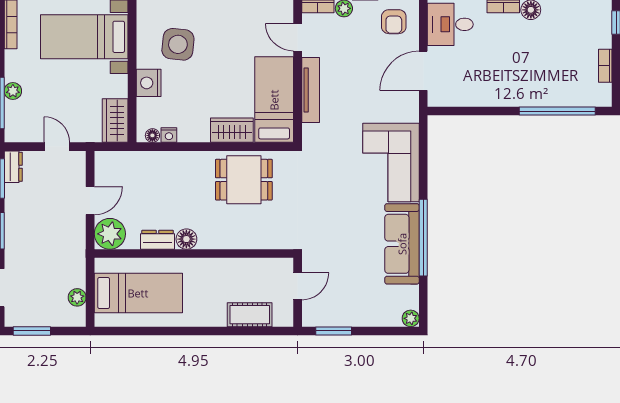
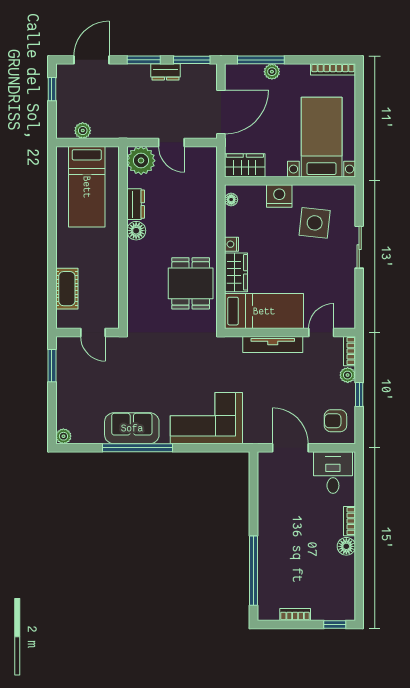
nightstand: (169, 135) -> (232, 244), moved
door: (57, 147) -> (221, 112), width x1.88
dresser: (13, 167) -> (165, 72), moved
sofa: (402, 244) -> (132, 428), width x0.73
window: (32, 331) -> (52, 89), width x0.67

